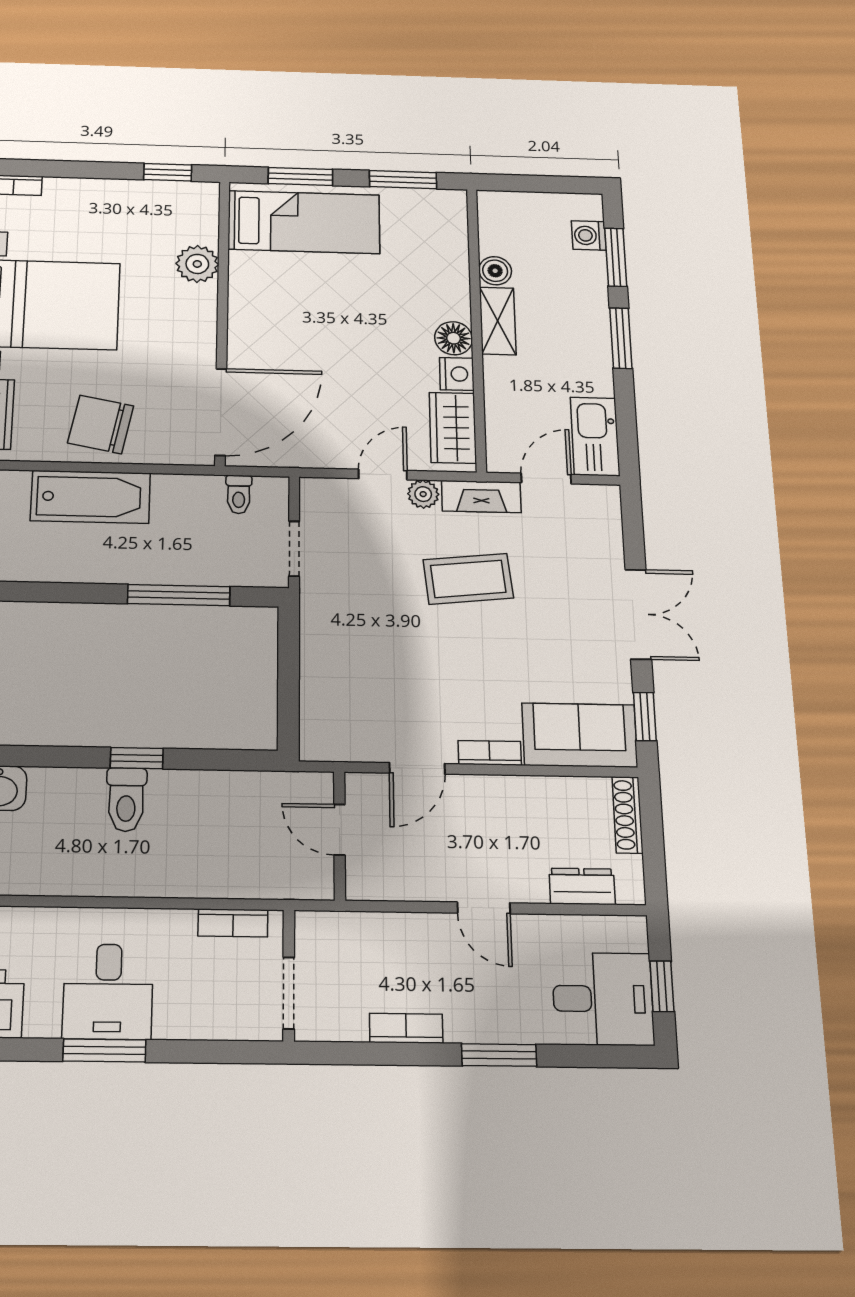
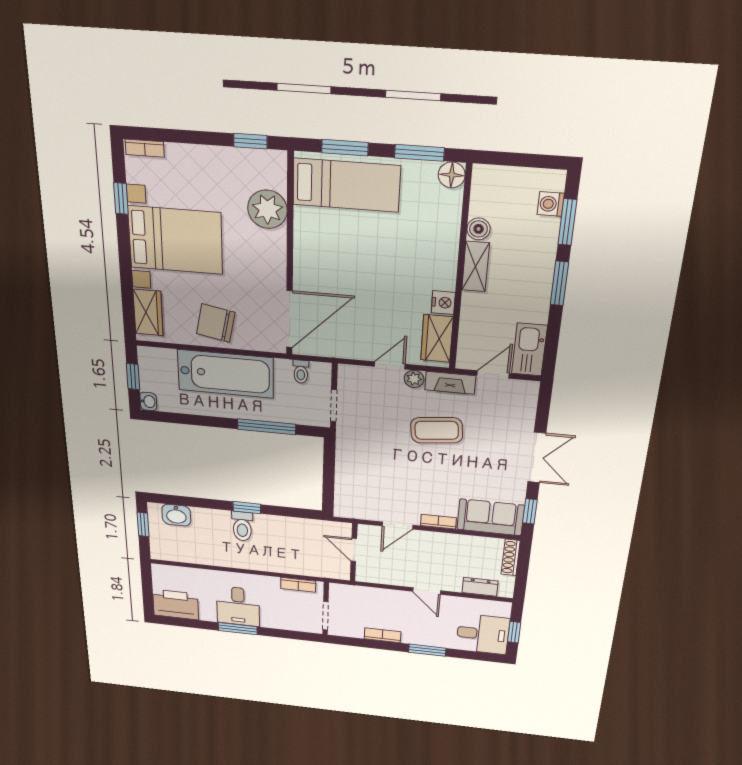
plant: (197, 264) -> (267, 209), width x1.36, depth x1.36
floor lamp: (454, 338) -> (452, 175), moved
bathtub: (91, 497) -> (226, 374), width x1.36, depth x1.36

